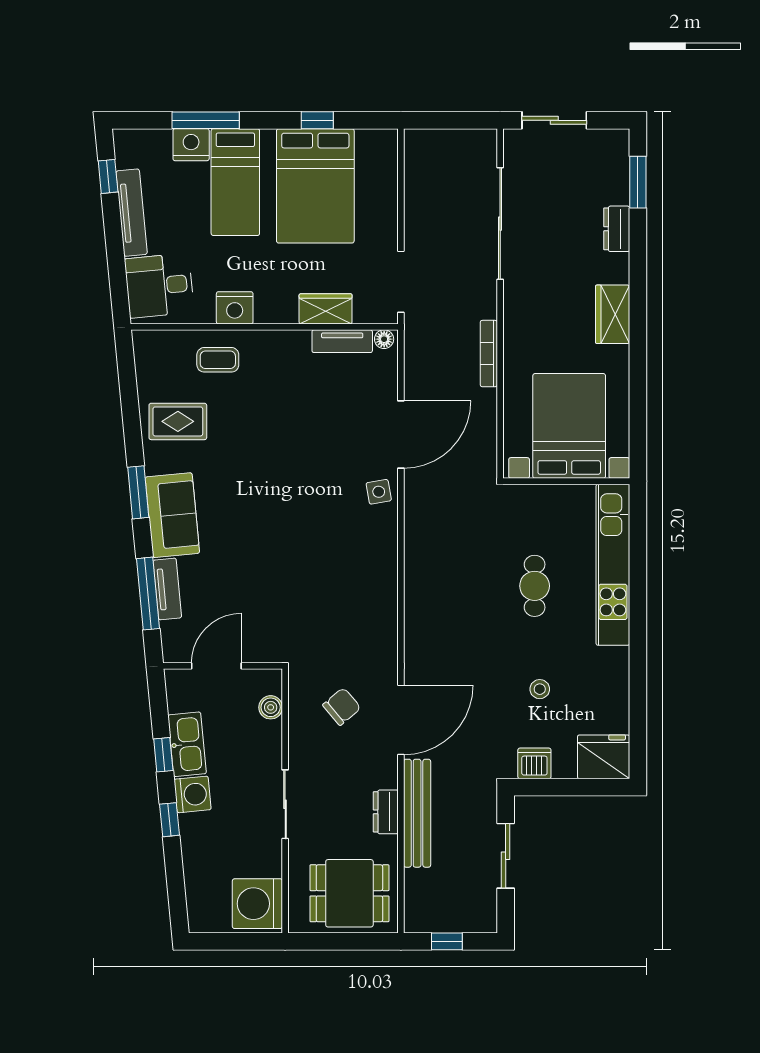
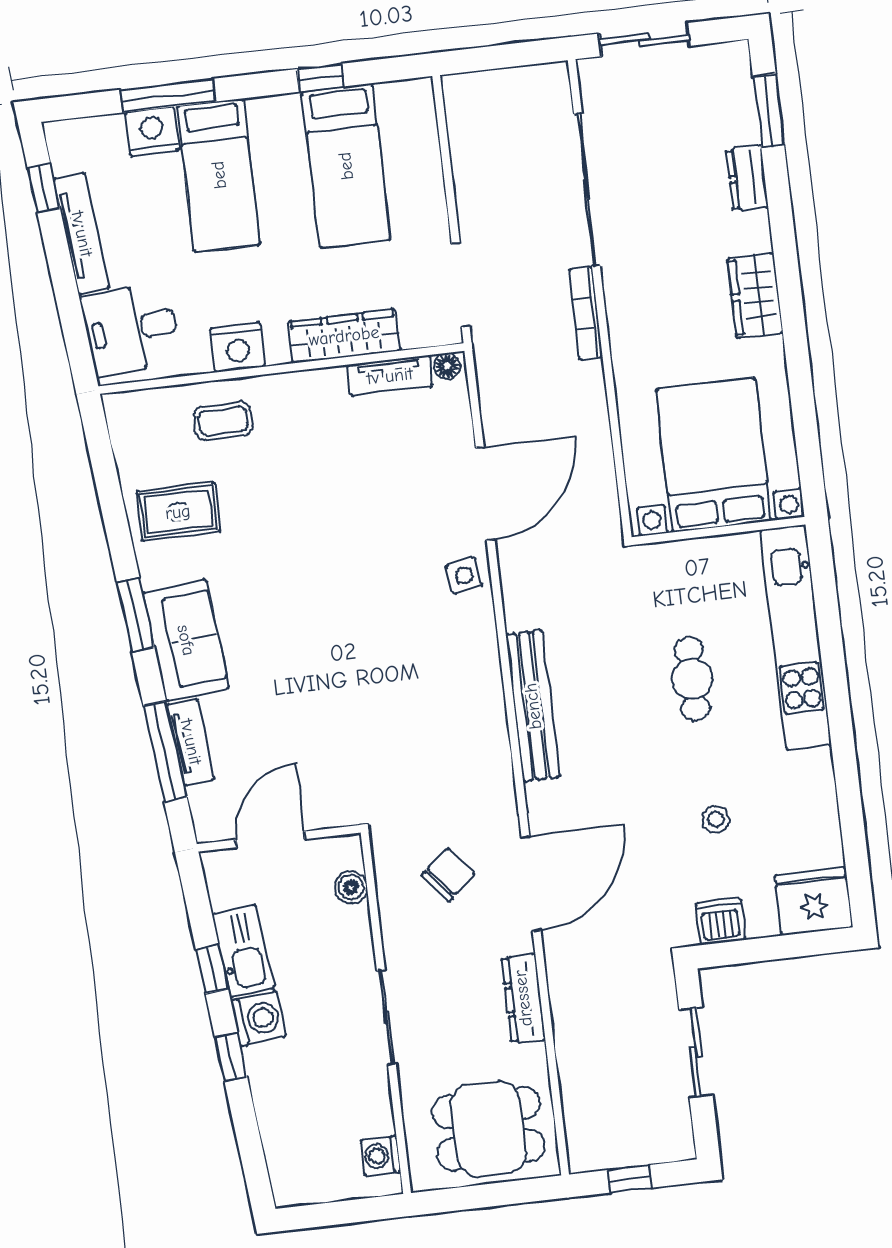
bed: (315, 186) -> (346, 166), width x0.67
wardrobe: (326, 309) -> (344, 336), width x1.50
bookcase: (489, 354) -> (586, 313), moved
dresser: (386, 812) -> (523, 998), width x1.44
bench: (417, 813) -> (533, 706), moved
washing machine: (257, 904) -> (381, 1156), width x0.53, depth x0.53

